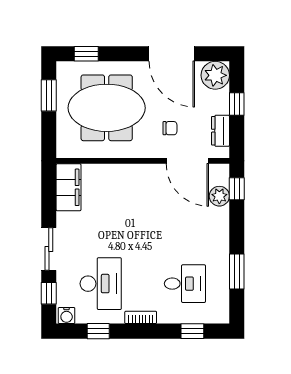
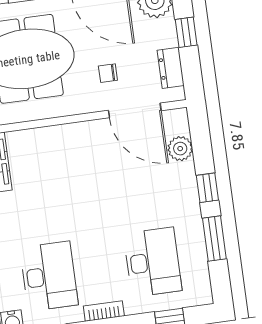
chair: (170, 128) -> (108, 73), turned 180
window: (237, 189) -> (207, 188), moved
desk: (185, 284) -> (153, 262), width x1.37

